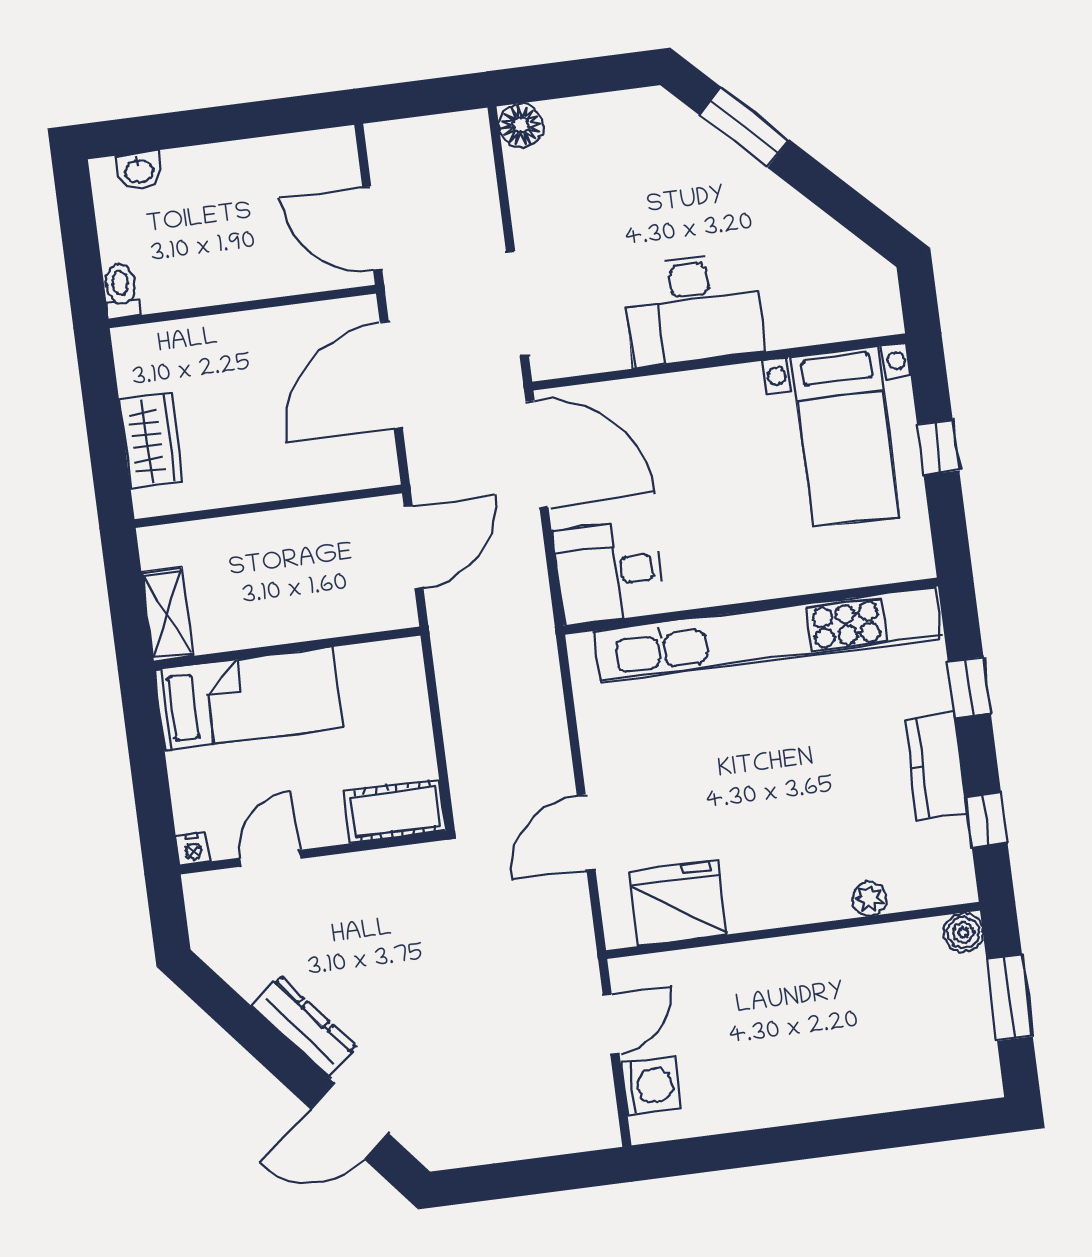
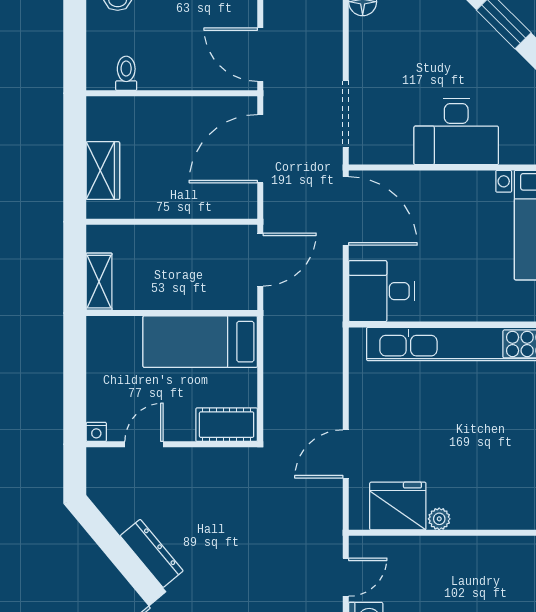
toilet: (121, 290) -> (126, 73), moved
bed: (248, 699) -> (200, 342), moved, turned 180
plant: (869, 899) -> (439, 519), moved

